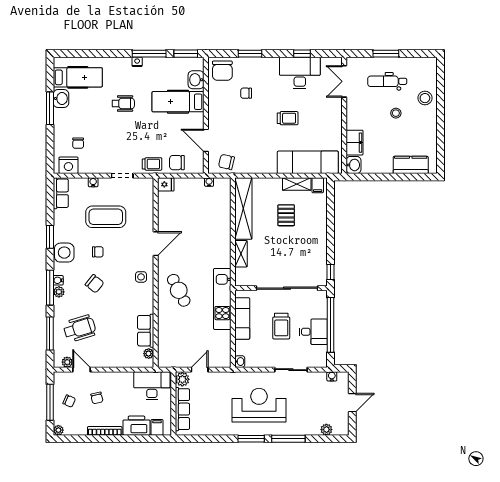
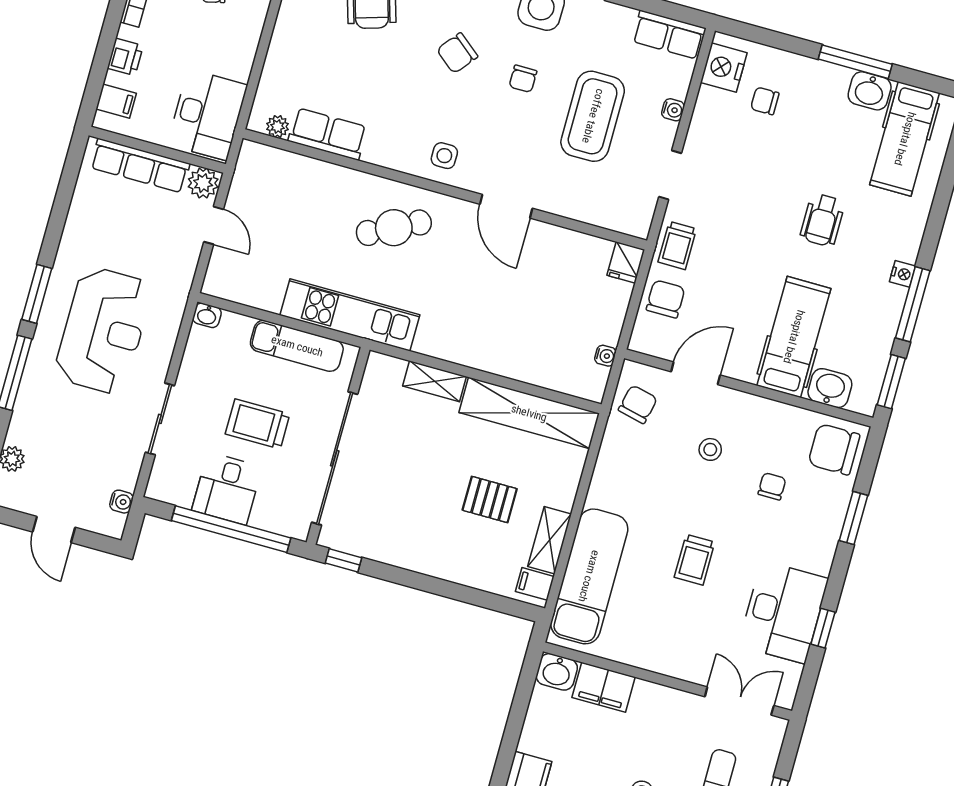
stool: (237, 125) -> (710, 449), added
printer: (137, 426) -> (125, 57), width x0.53, depth x0.68

